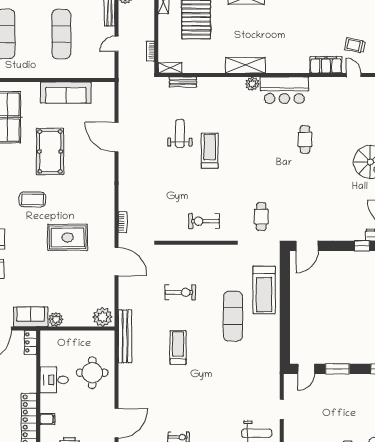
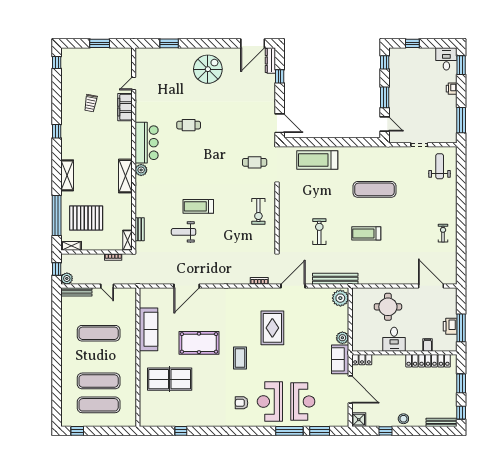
trolley: (355, 45) -> (91, 103), moved
treadmill: (264, 290) -> (317, 160), turned 180
exercise mat: (233, 316) -> (374, 189), moved
bench: (125, 336) -> (335, 279), moved

